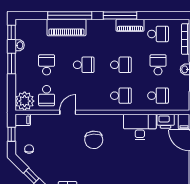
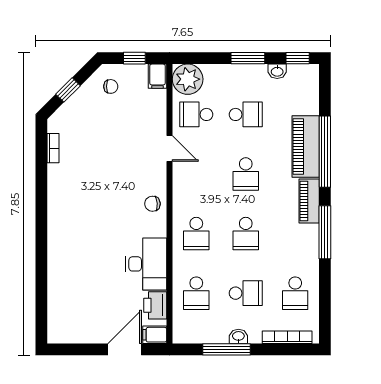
piano: (130, 25) -> (309, 201), moved
chair: (94, 140) -> (152, 204), moved, width x0.54, depth x0.54

